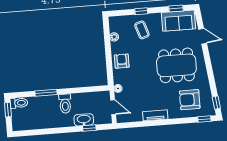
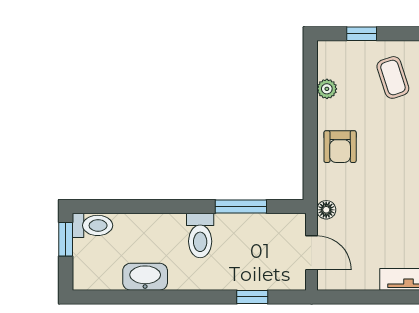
window: (141, 11) -> (362, 34), moved
armchair: (122, 61) -> (340, 147), turned 180
window: (46, 93) -> (241, 207), moved
washbasin: (84, 120) -> (145, 277), moved

